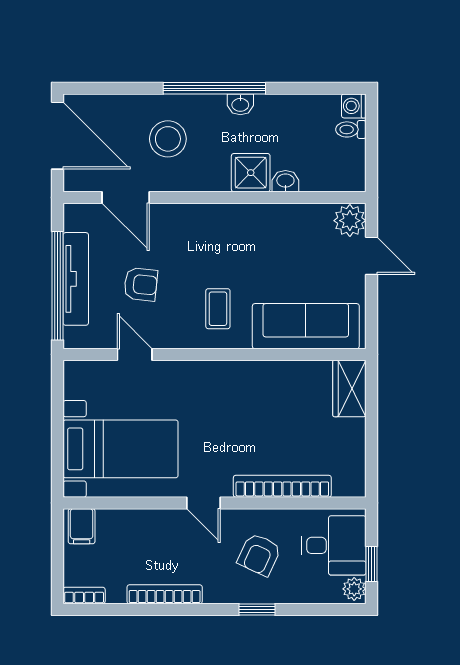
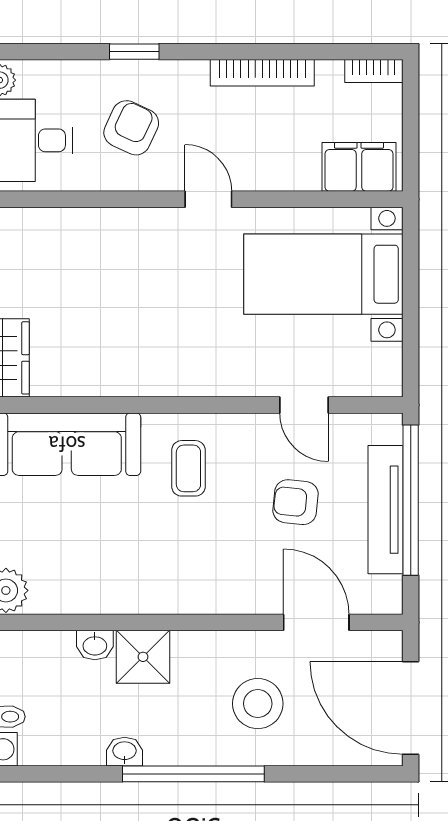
washbasin: (240, 104) -> (125, 752), moved
bookcase: (282, 486) -> (99, 222), removed
filing cabinet: (82, 526) -> (359, 167), width x2.00

